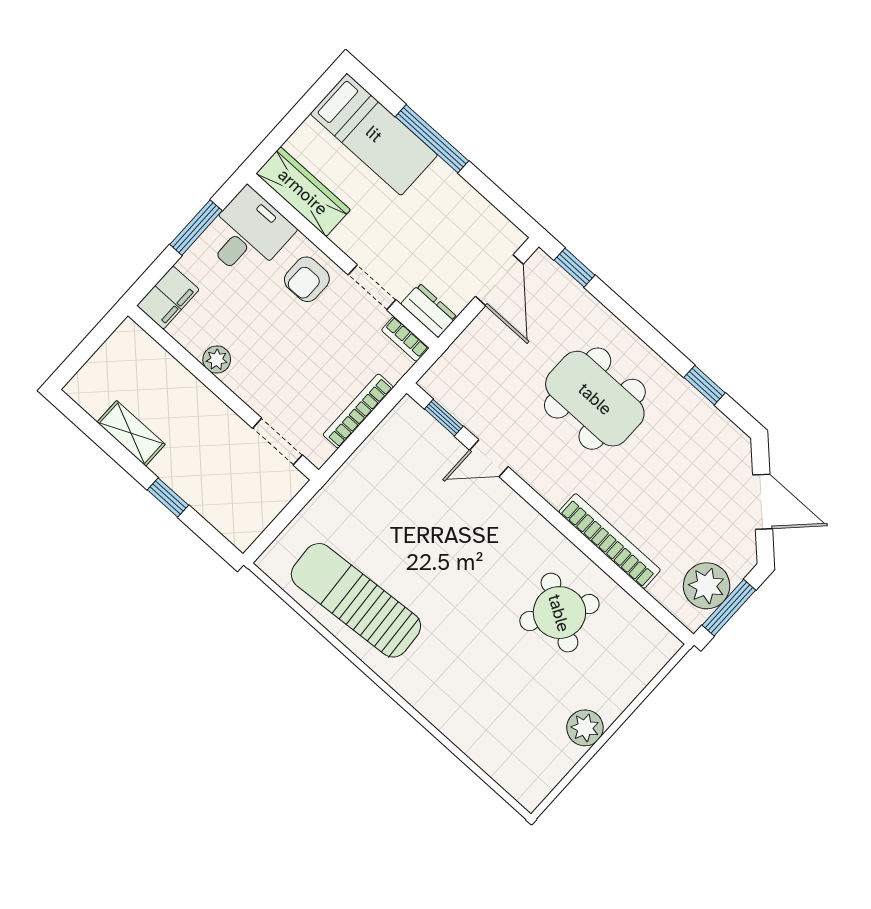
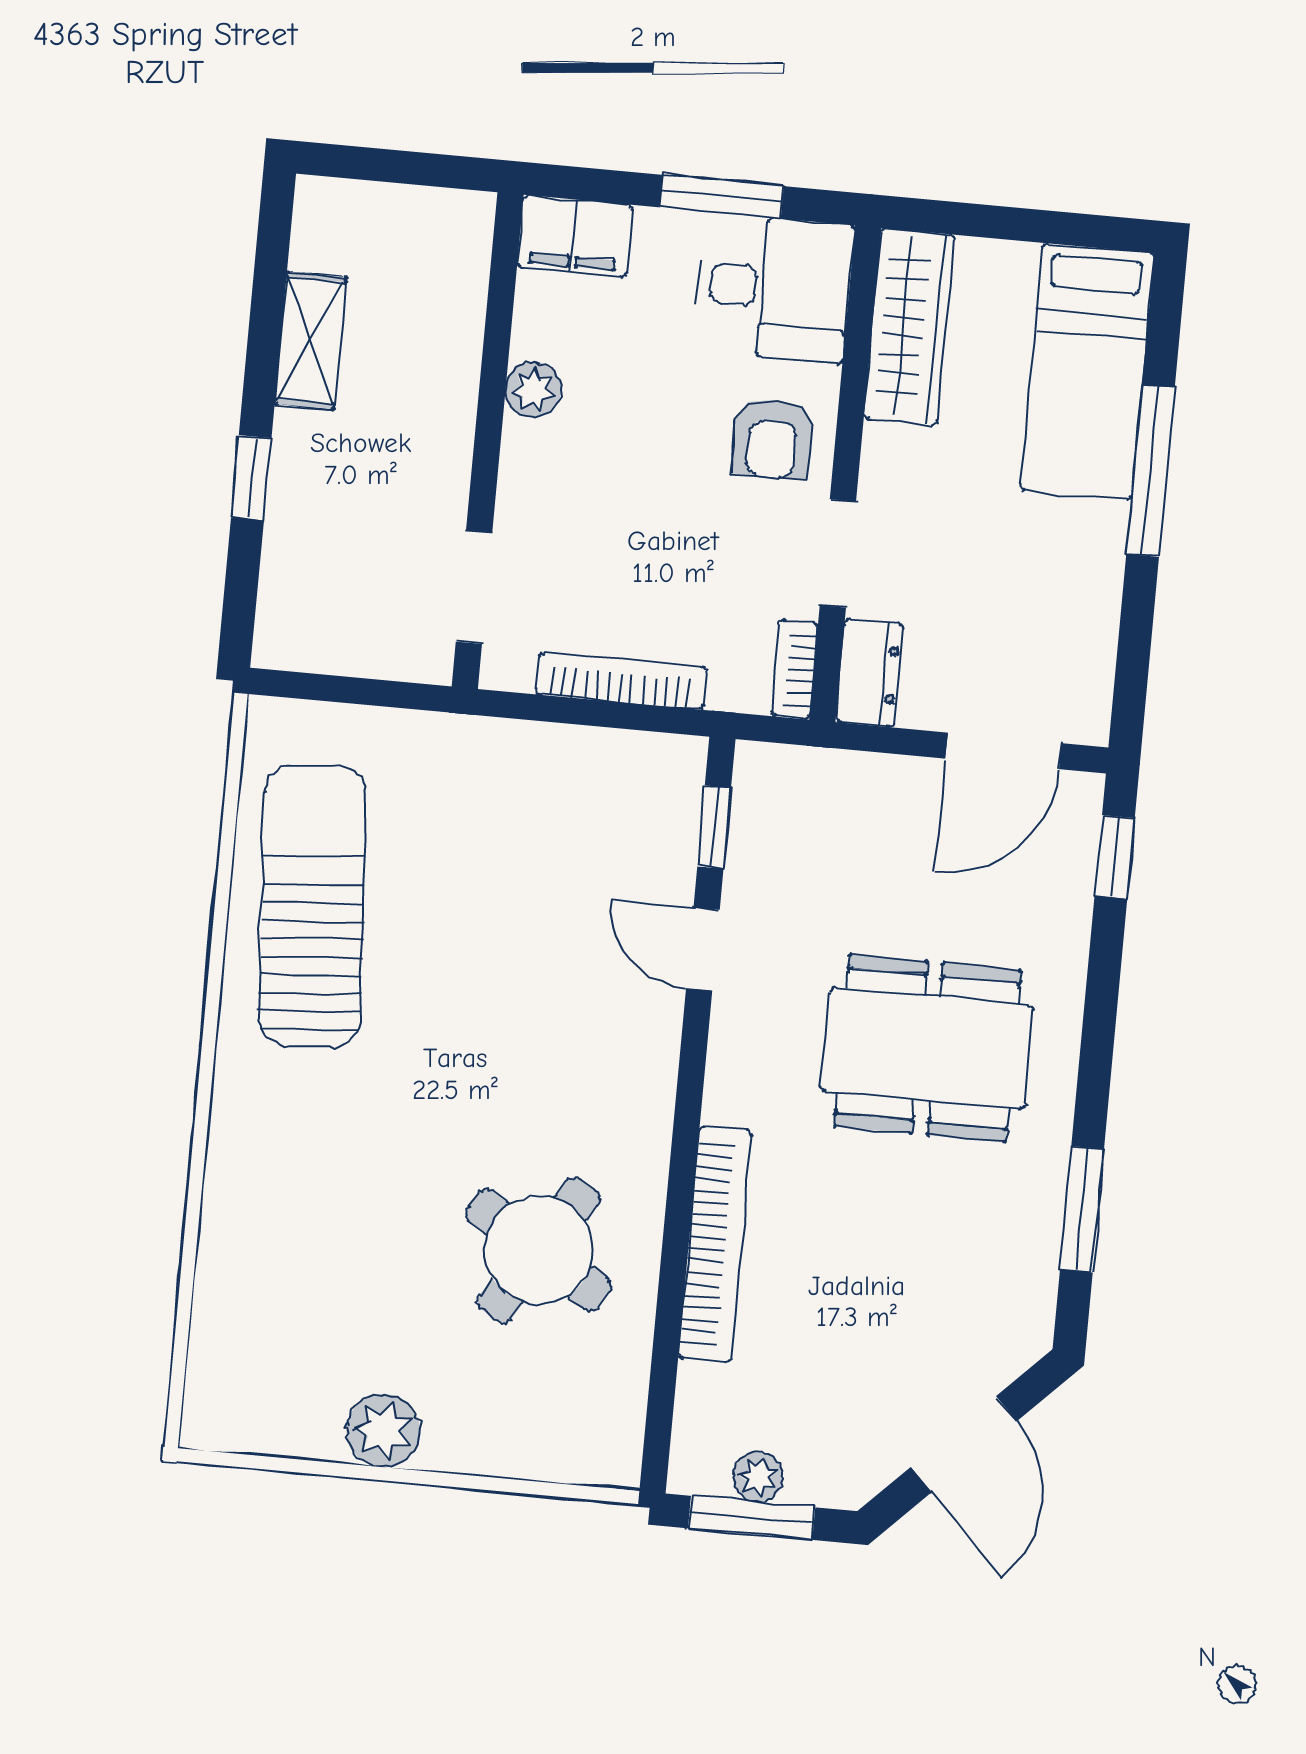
armchair: (307, 279) -> (772, 438), turned -90
window: (705, 385) -> (1082, 1209), width x1.50
dining table: (595, 399) -> (927, 1048), turned 90
plant: (707, 586) -> (758, 1477), width x0.53, depth x0.53

